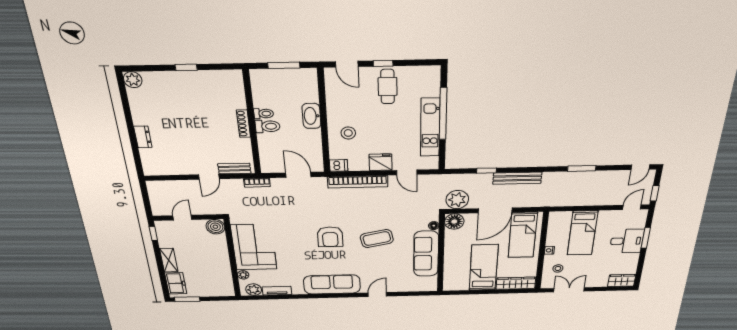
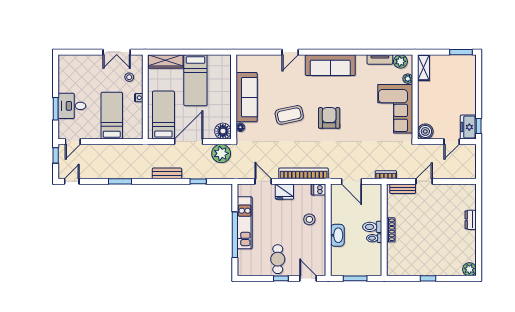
bench: (517, 178) -> (167, 173), width x0.73
shelving: (169, 260) -> (424, 68), moved
wardrobe: (622, 280) -> (70, 61), removed
freezer: (176, 283) -> (468, 127), moved

